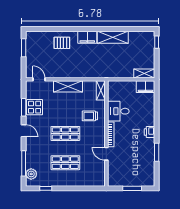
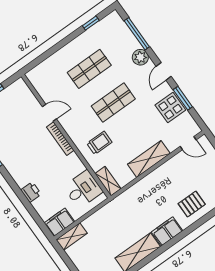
desk: (118, 111) -> (83, 189), moved
door: (24, 131) -> (164, 71), hinge flipped
printer: (150, 132) -> (31, 192), moved
plant: (31, 174) -> (140, 57), moved

